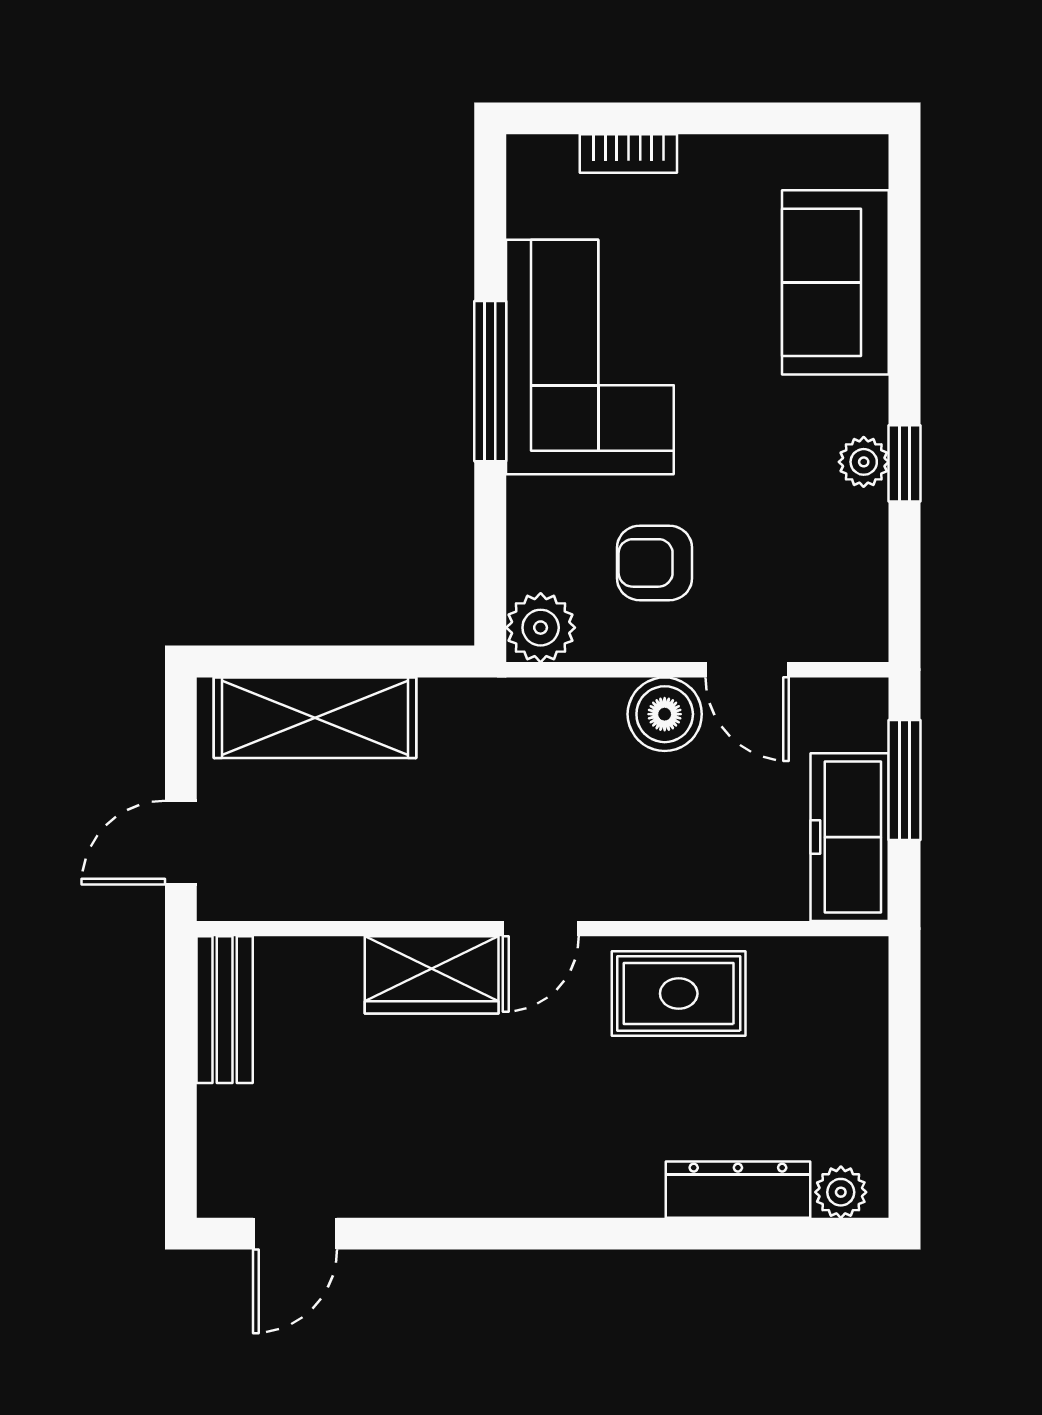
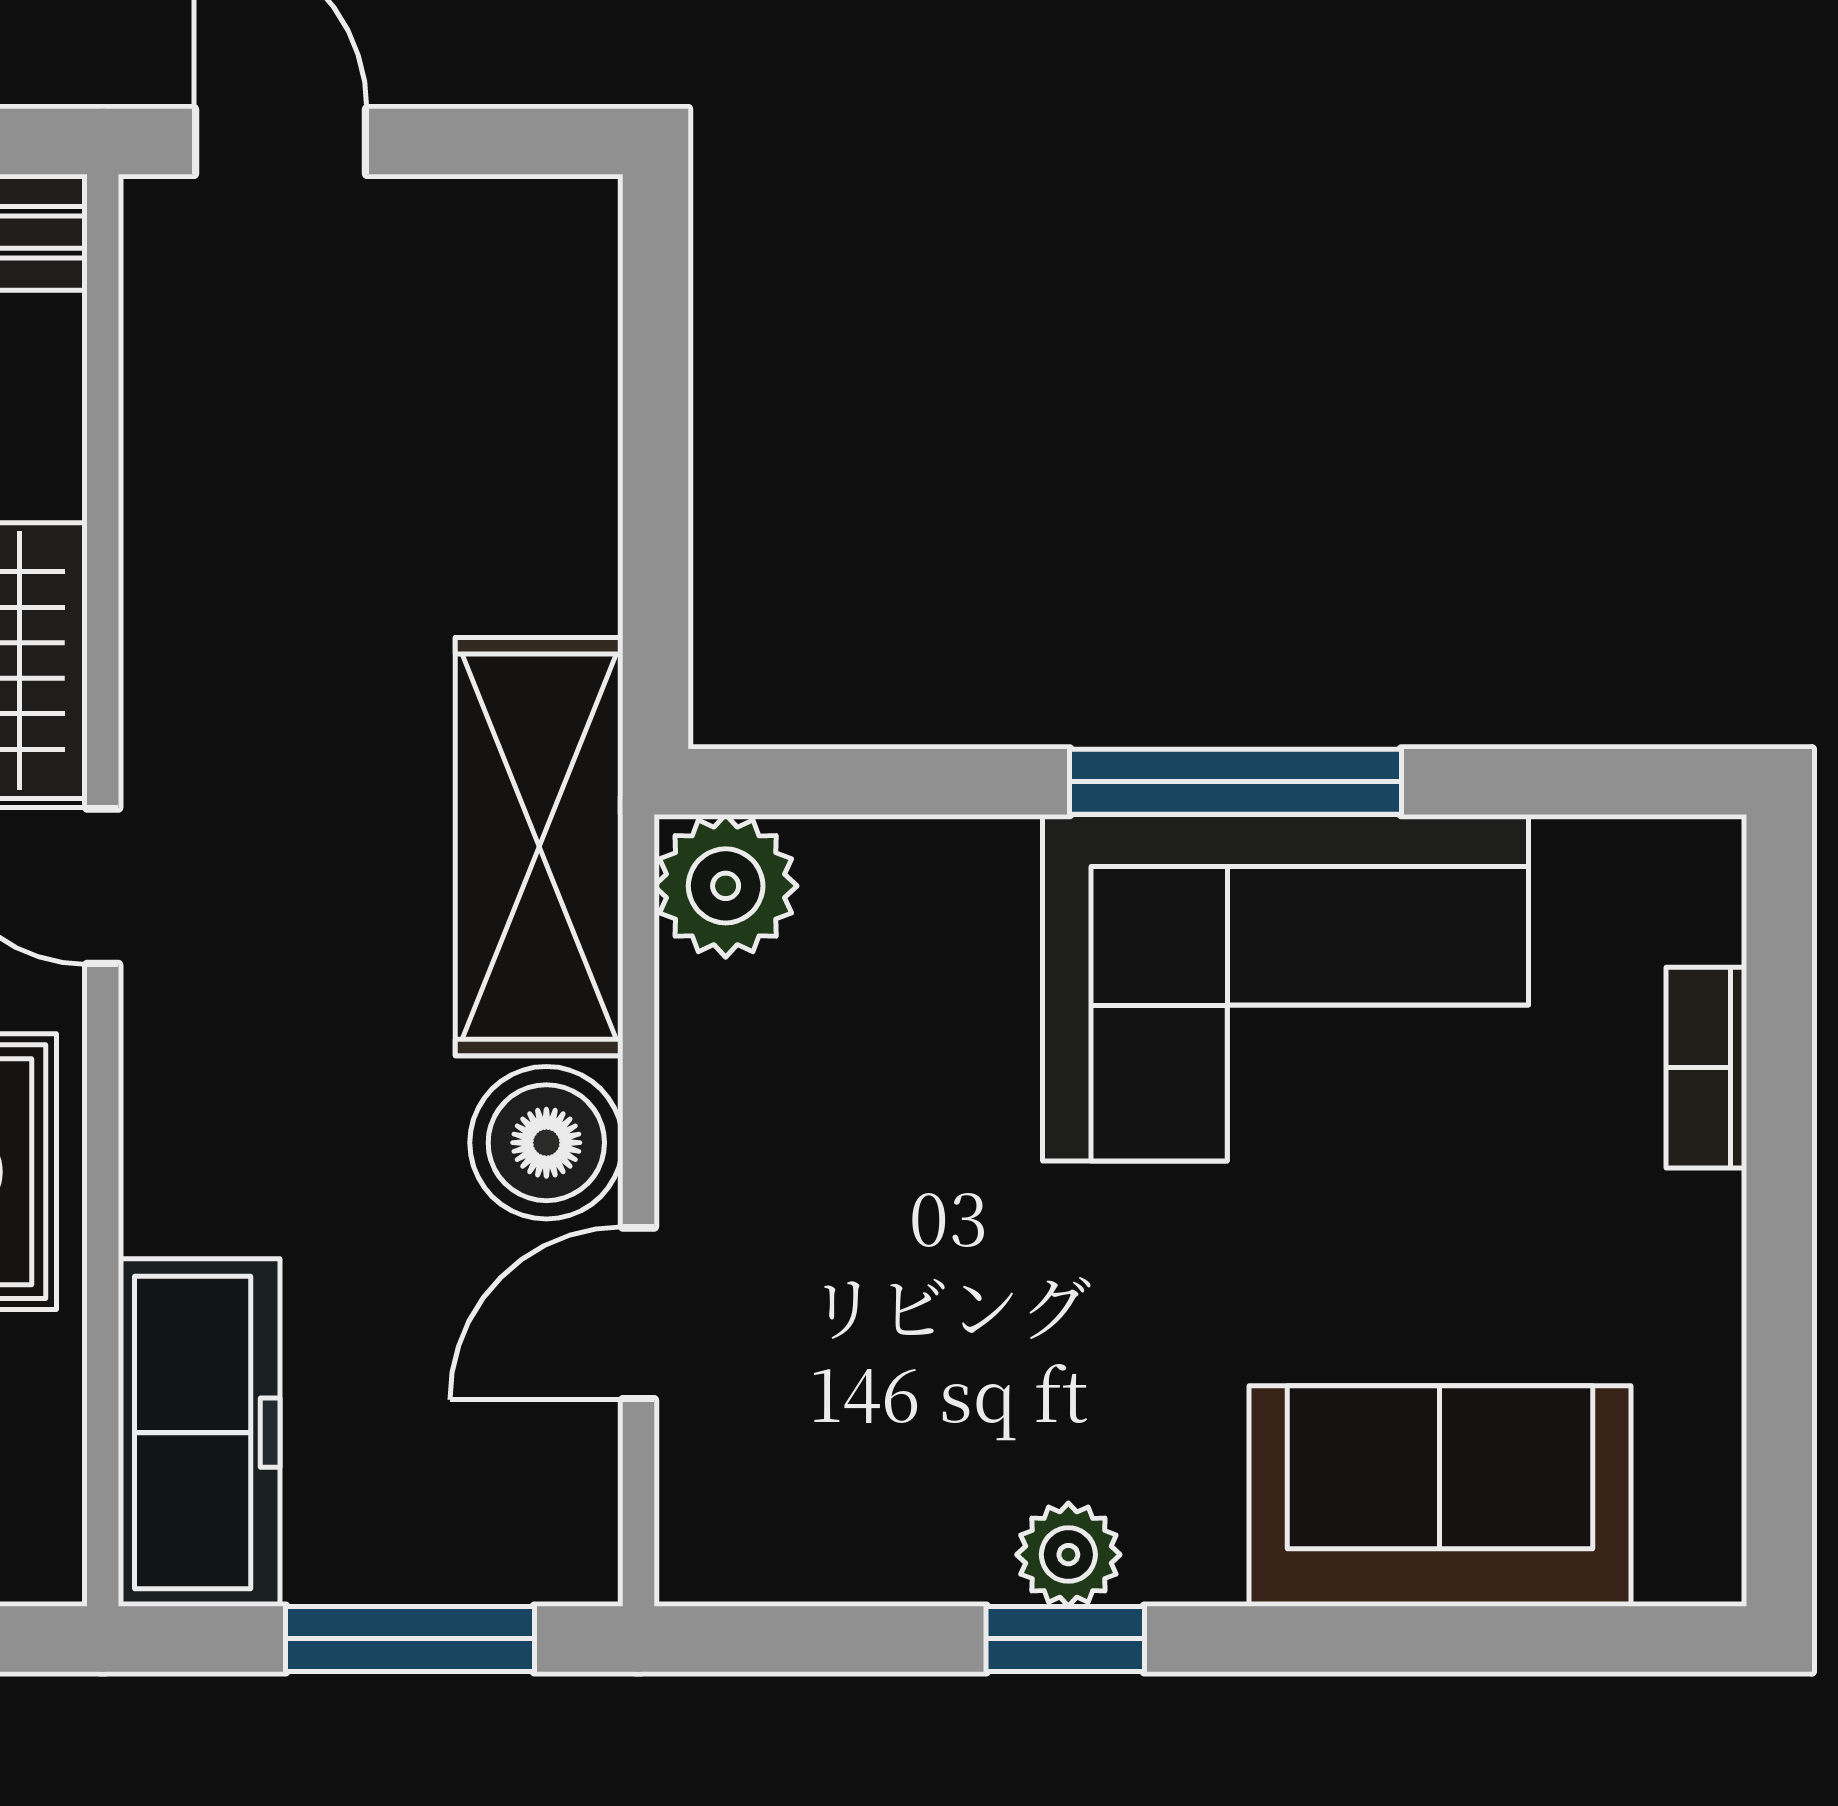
armchair: (655, 563) -> (859, 1122), removed
shelving: (315, 718) -> (539, 847), moved
freezer: (850, 837) -> (199, 1433), moved, turned 90

